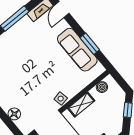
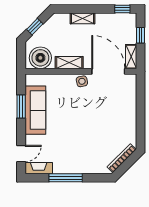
boiler: (102, 87) -> (40, 58), width x1.86, depth x1.86
floor lamp: (14, 114) -> (130, 100), removed

